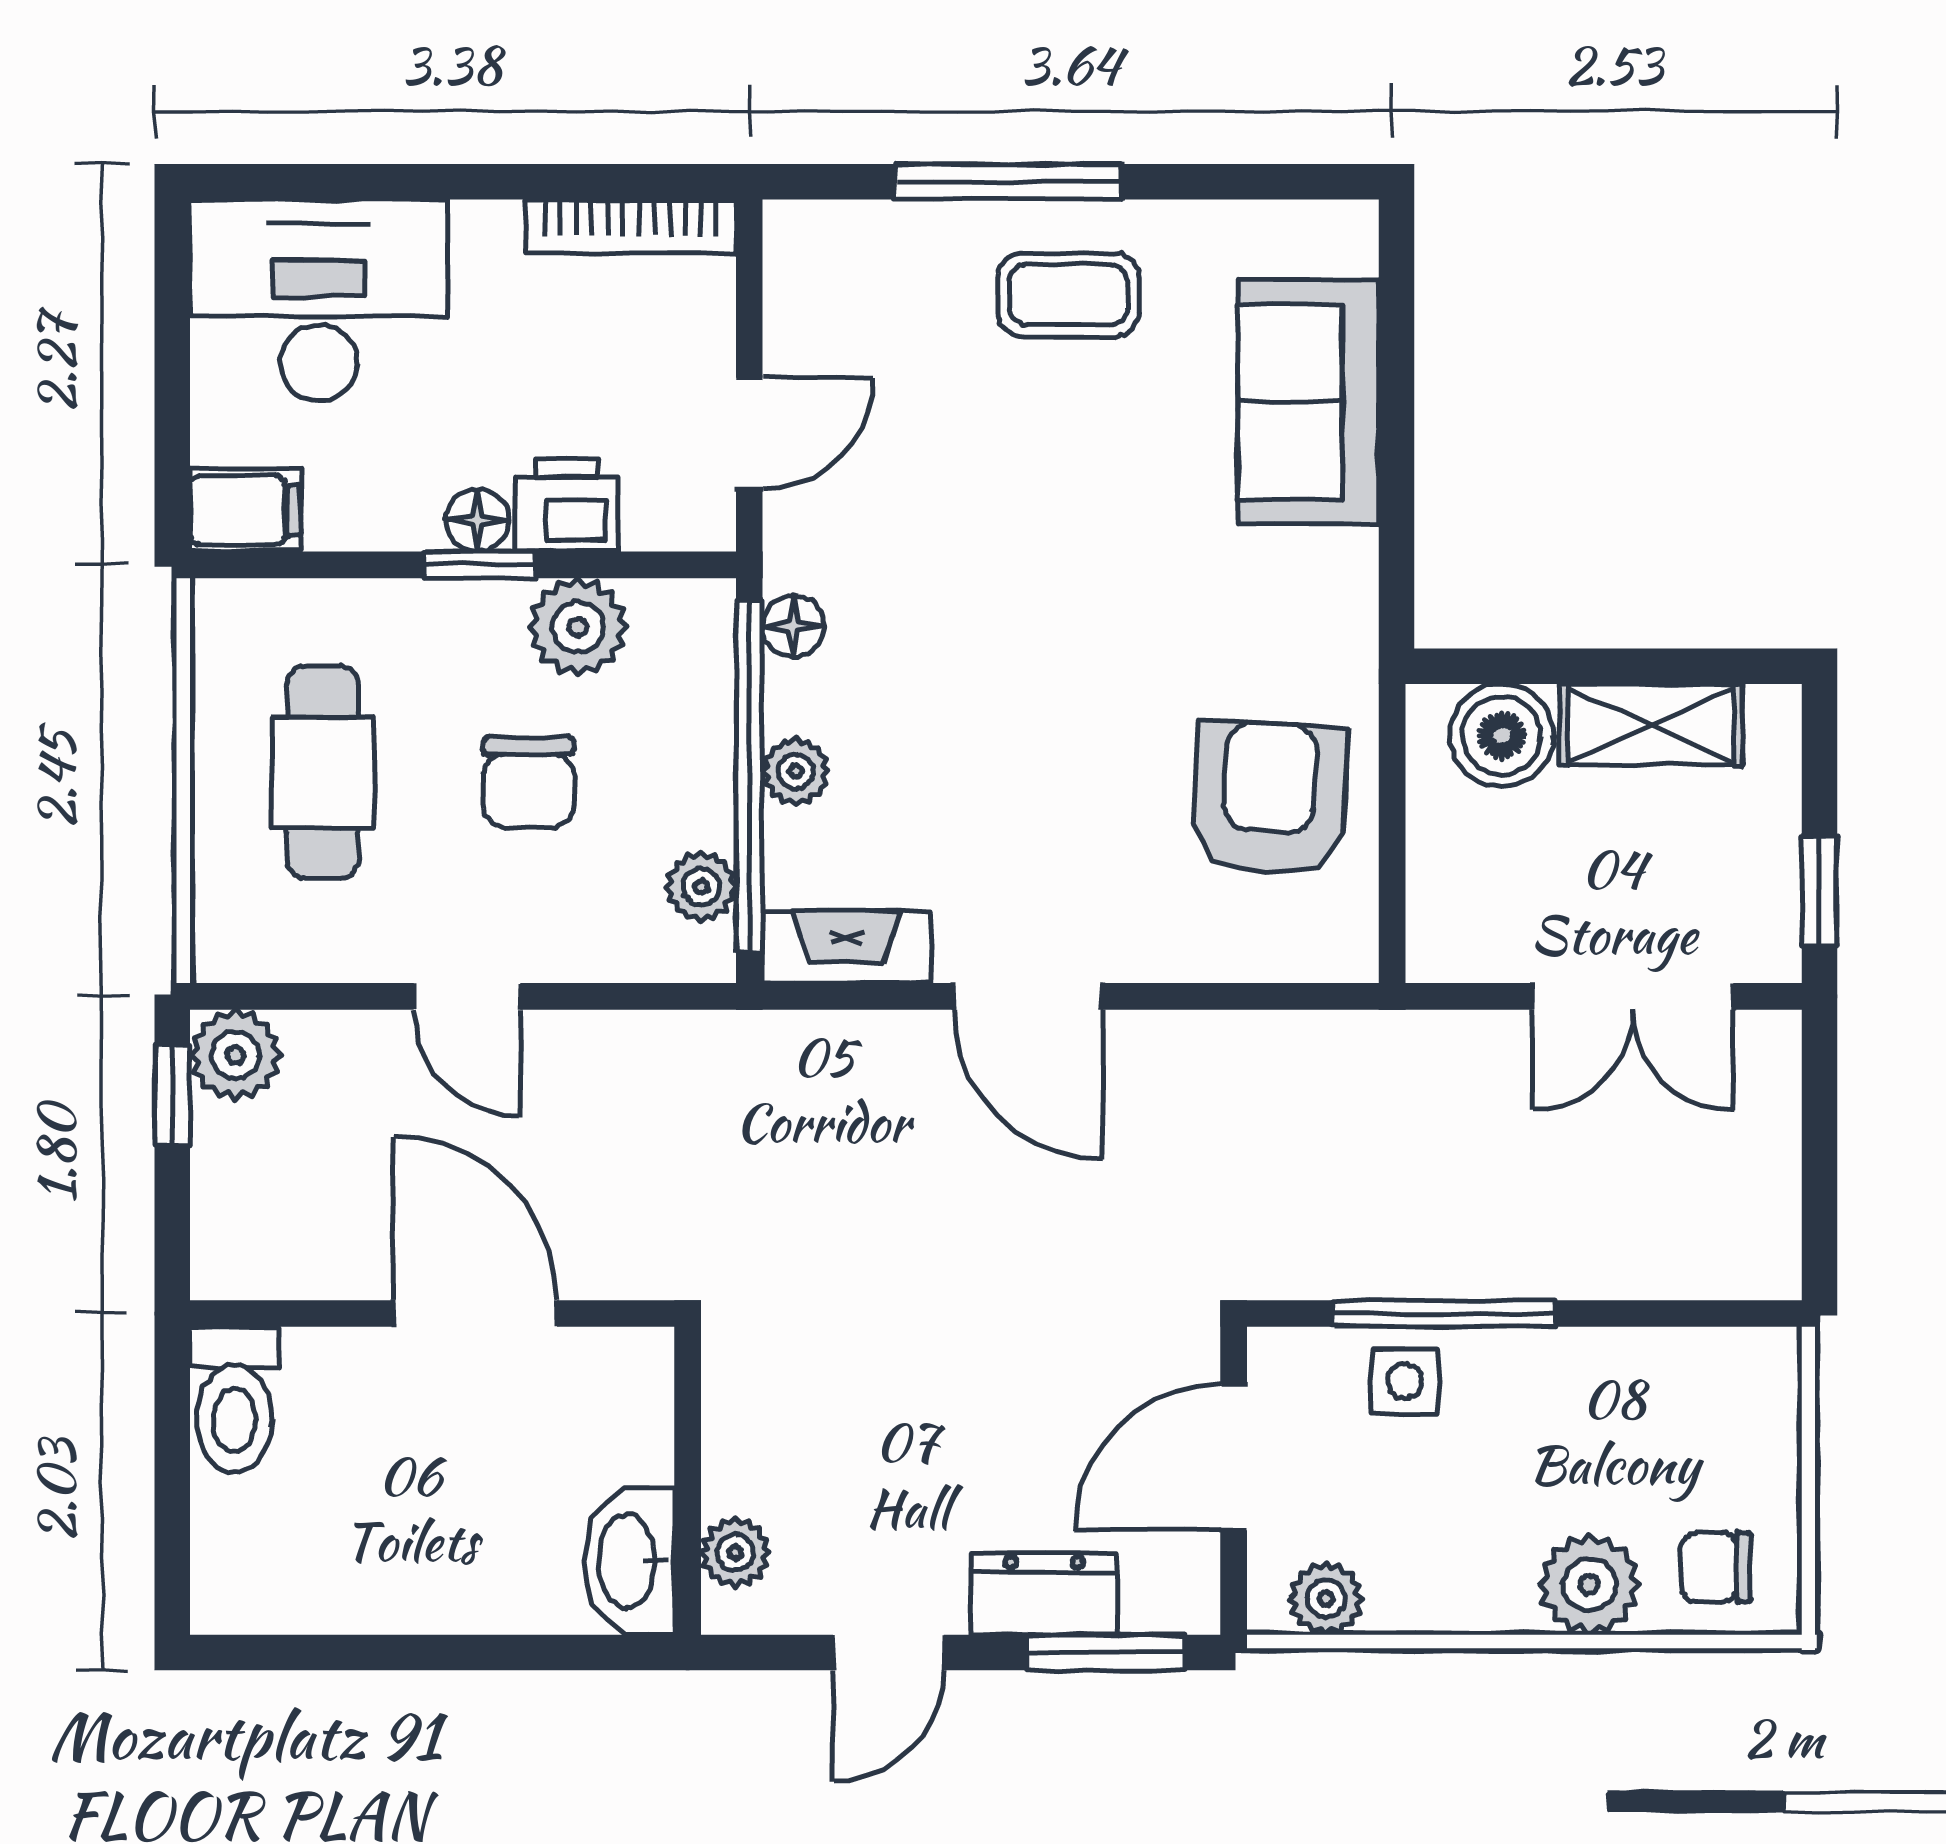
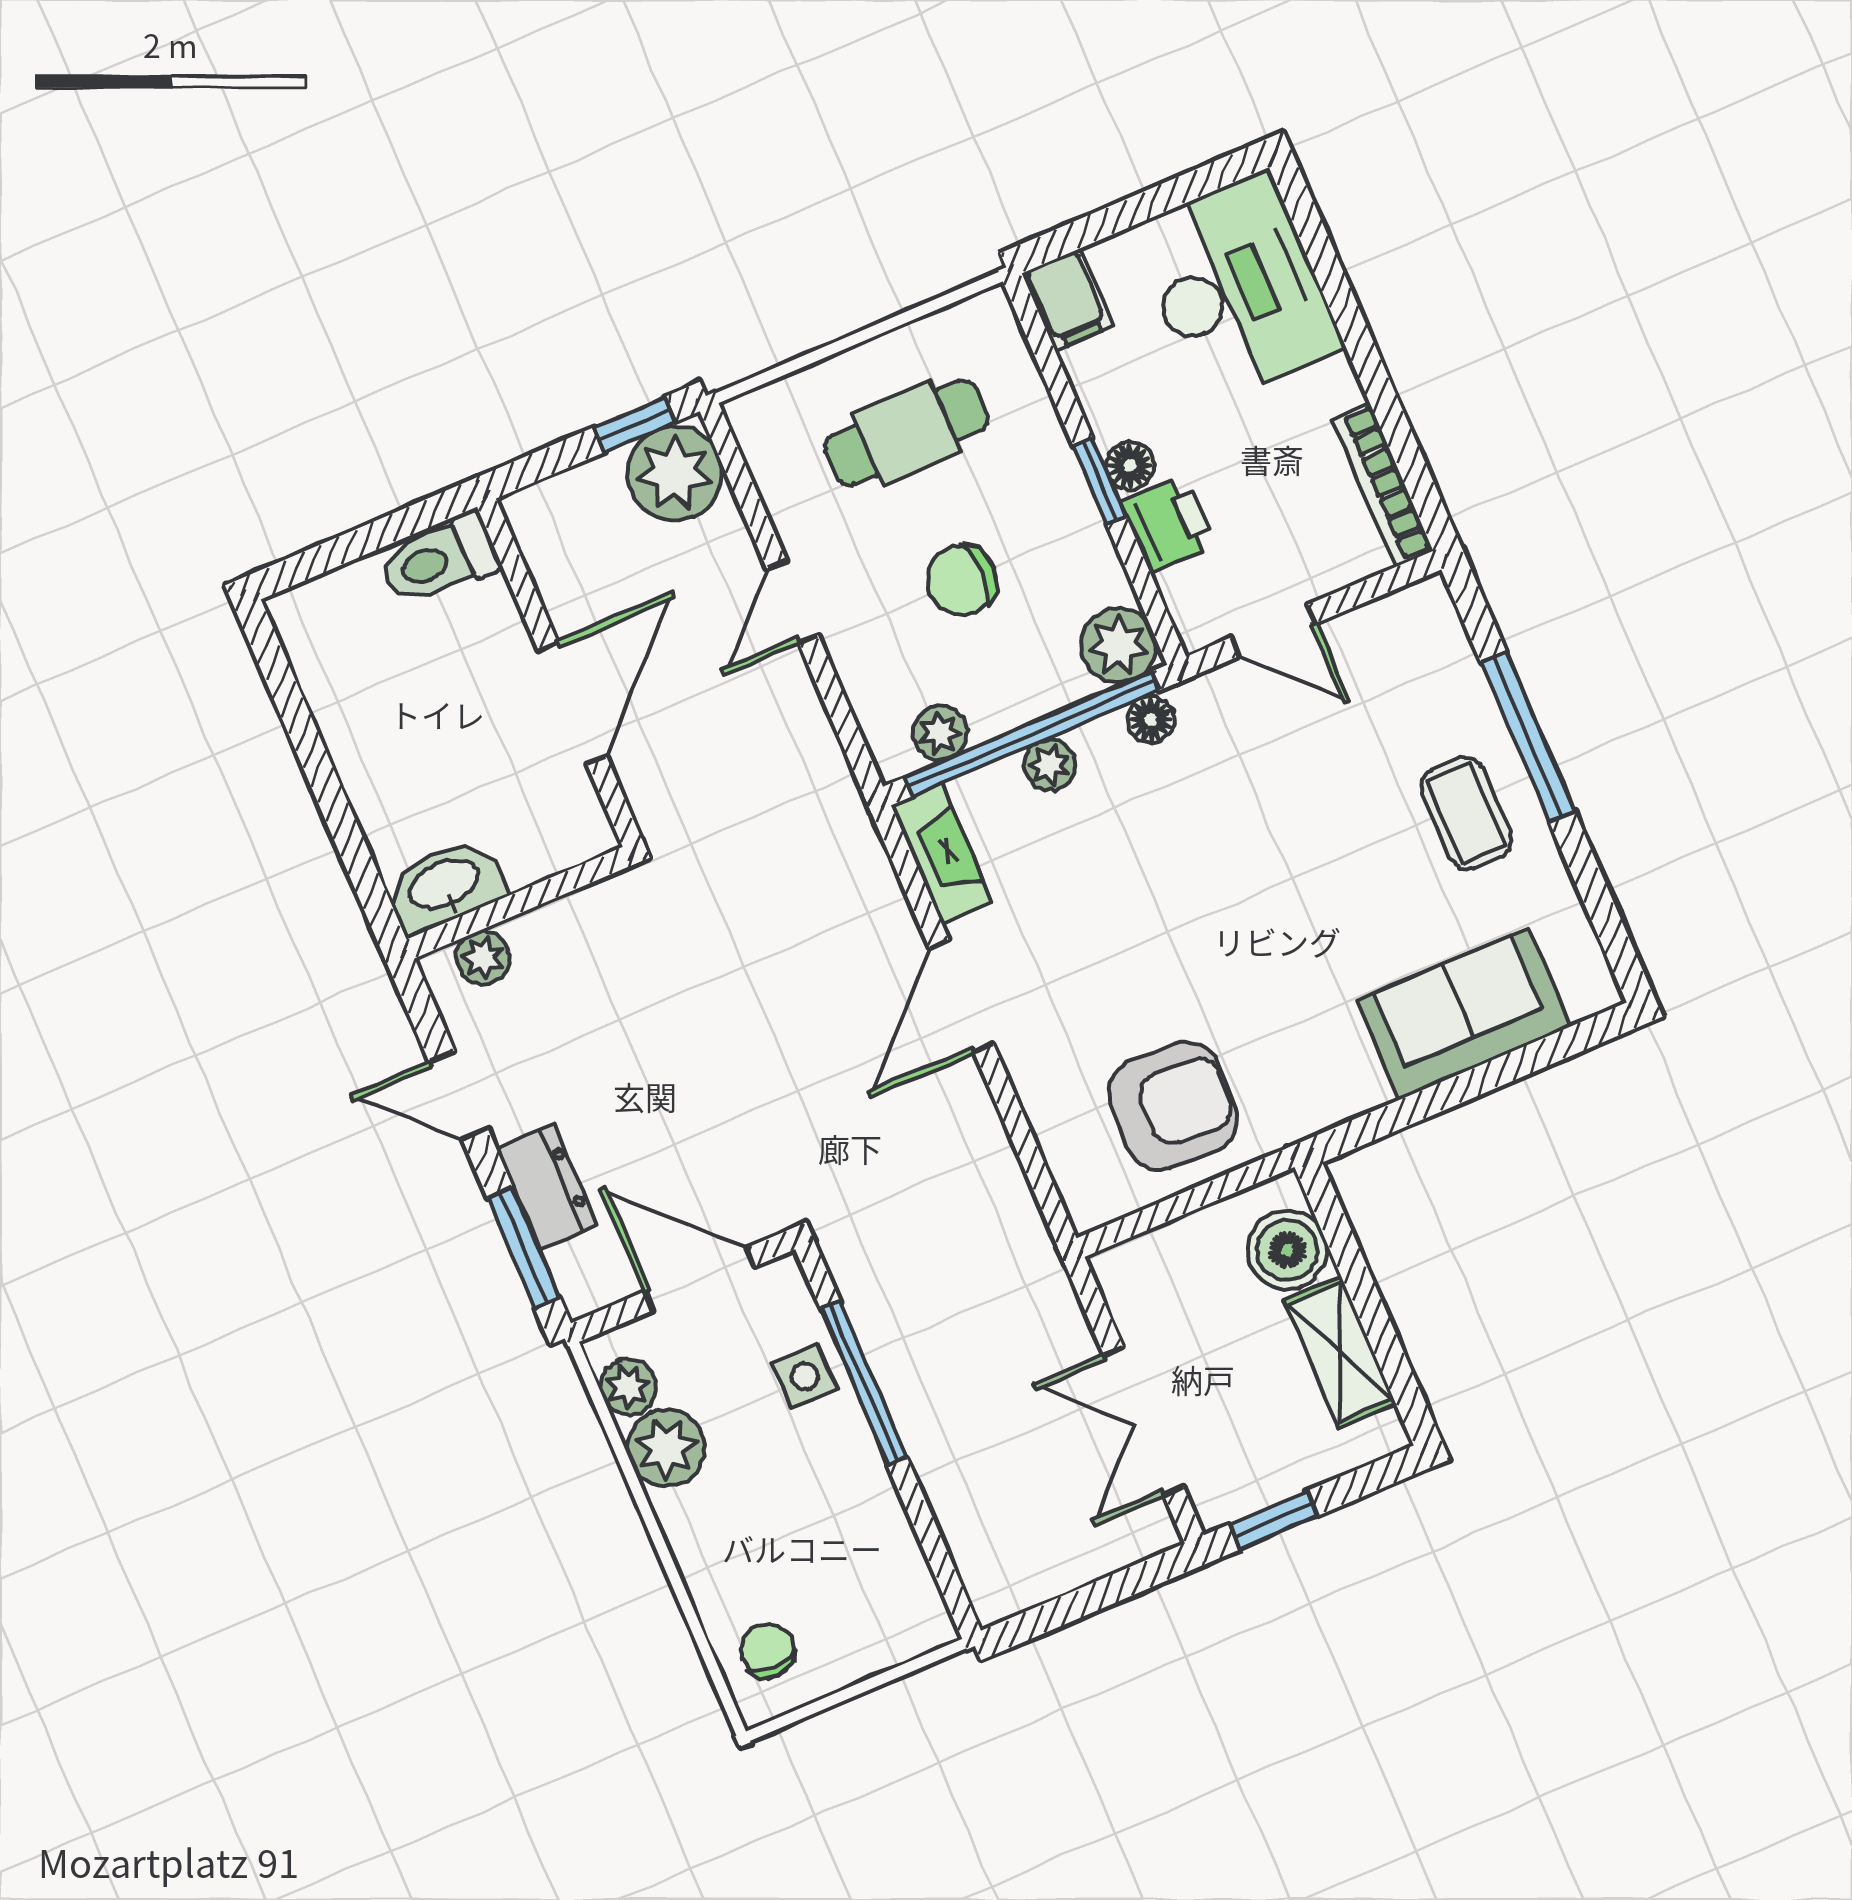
plant: (578, 627) -> (1118, 645), moved
plant: (235, 1055) -> (675, 473), width x1.36, depth x1.36
plant: (1590, 1584) -> (666, 1448), moved

